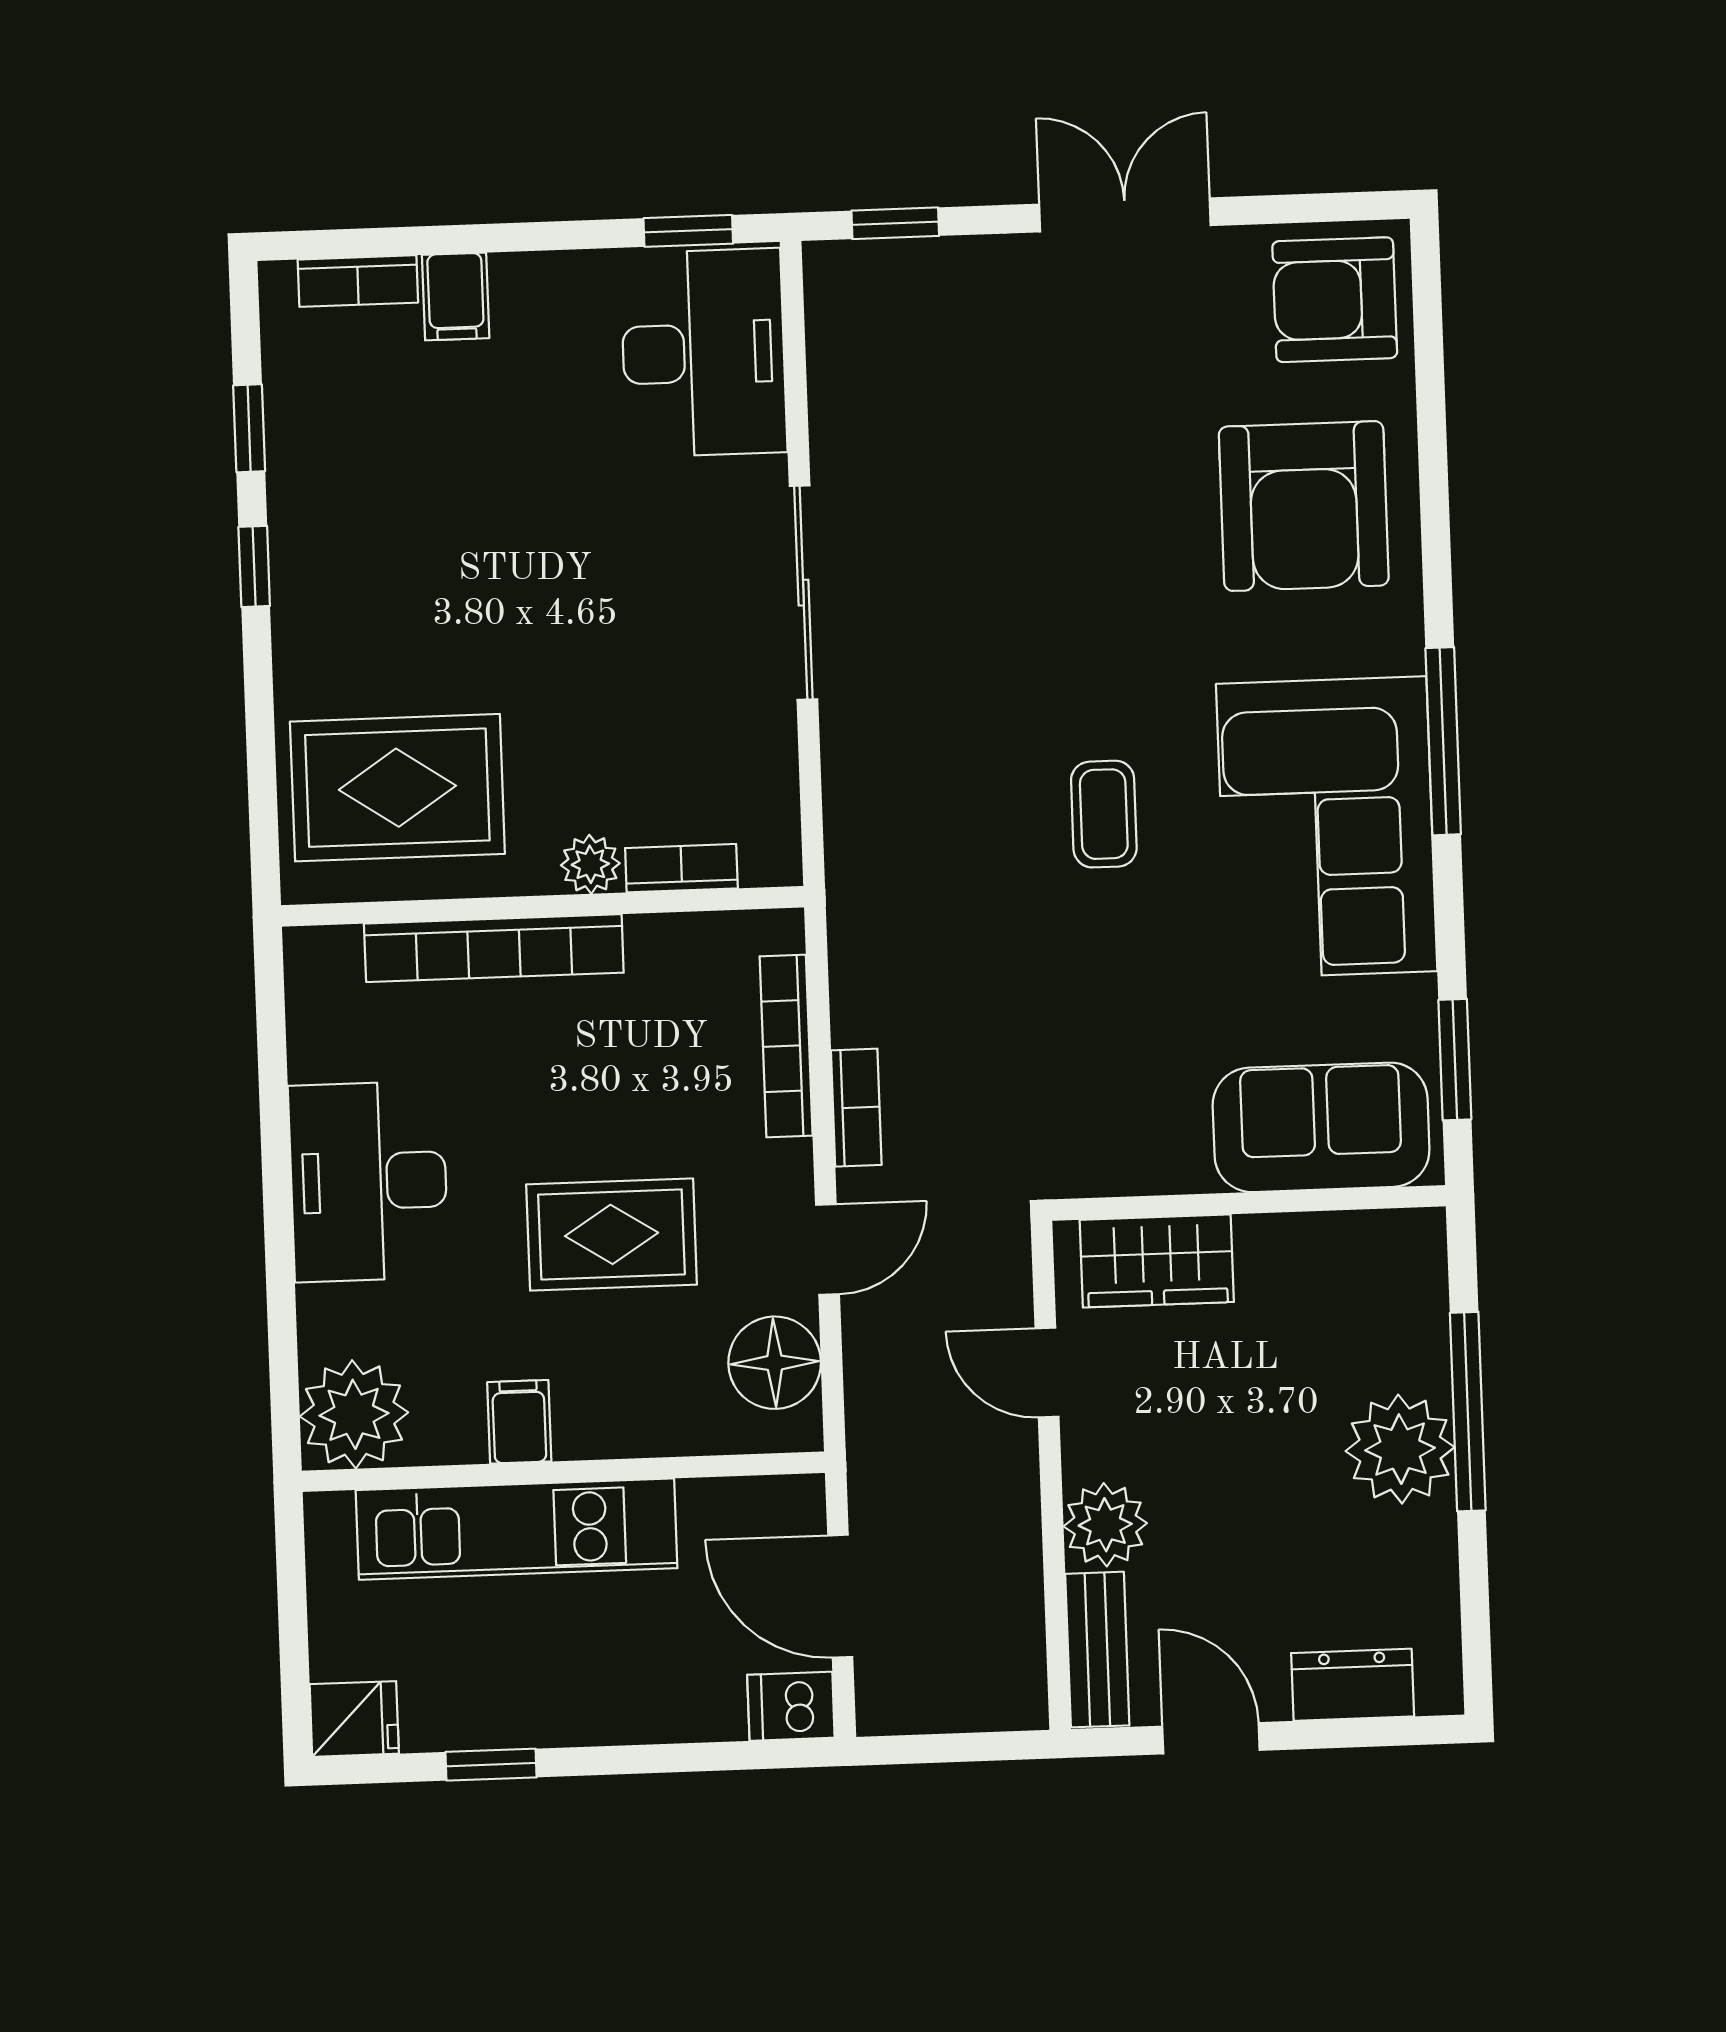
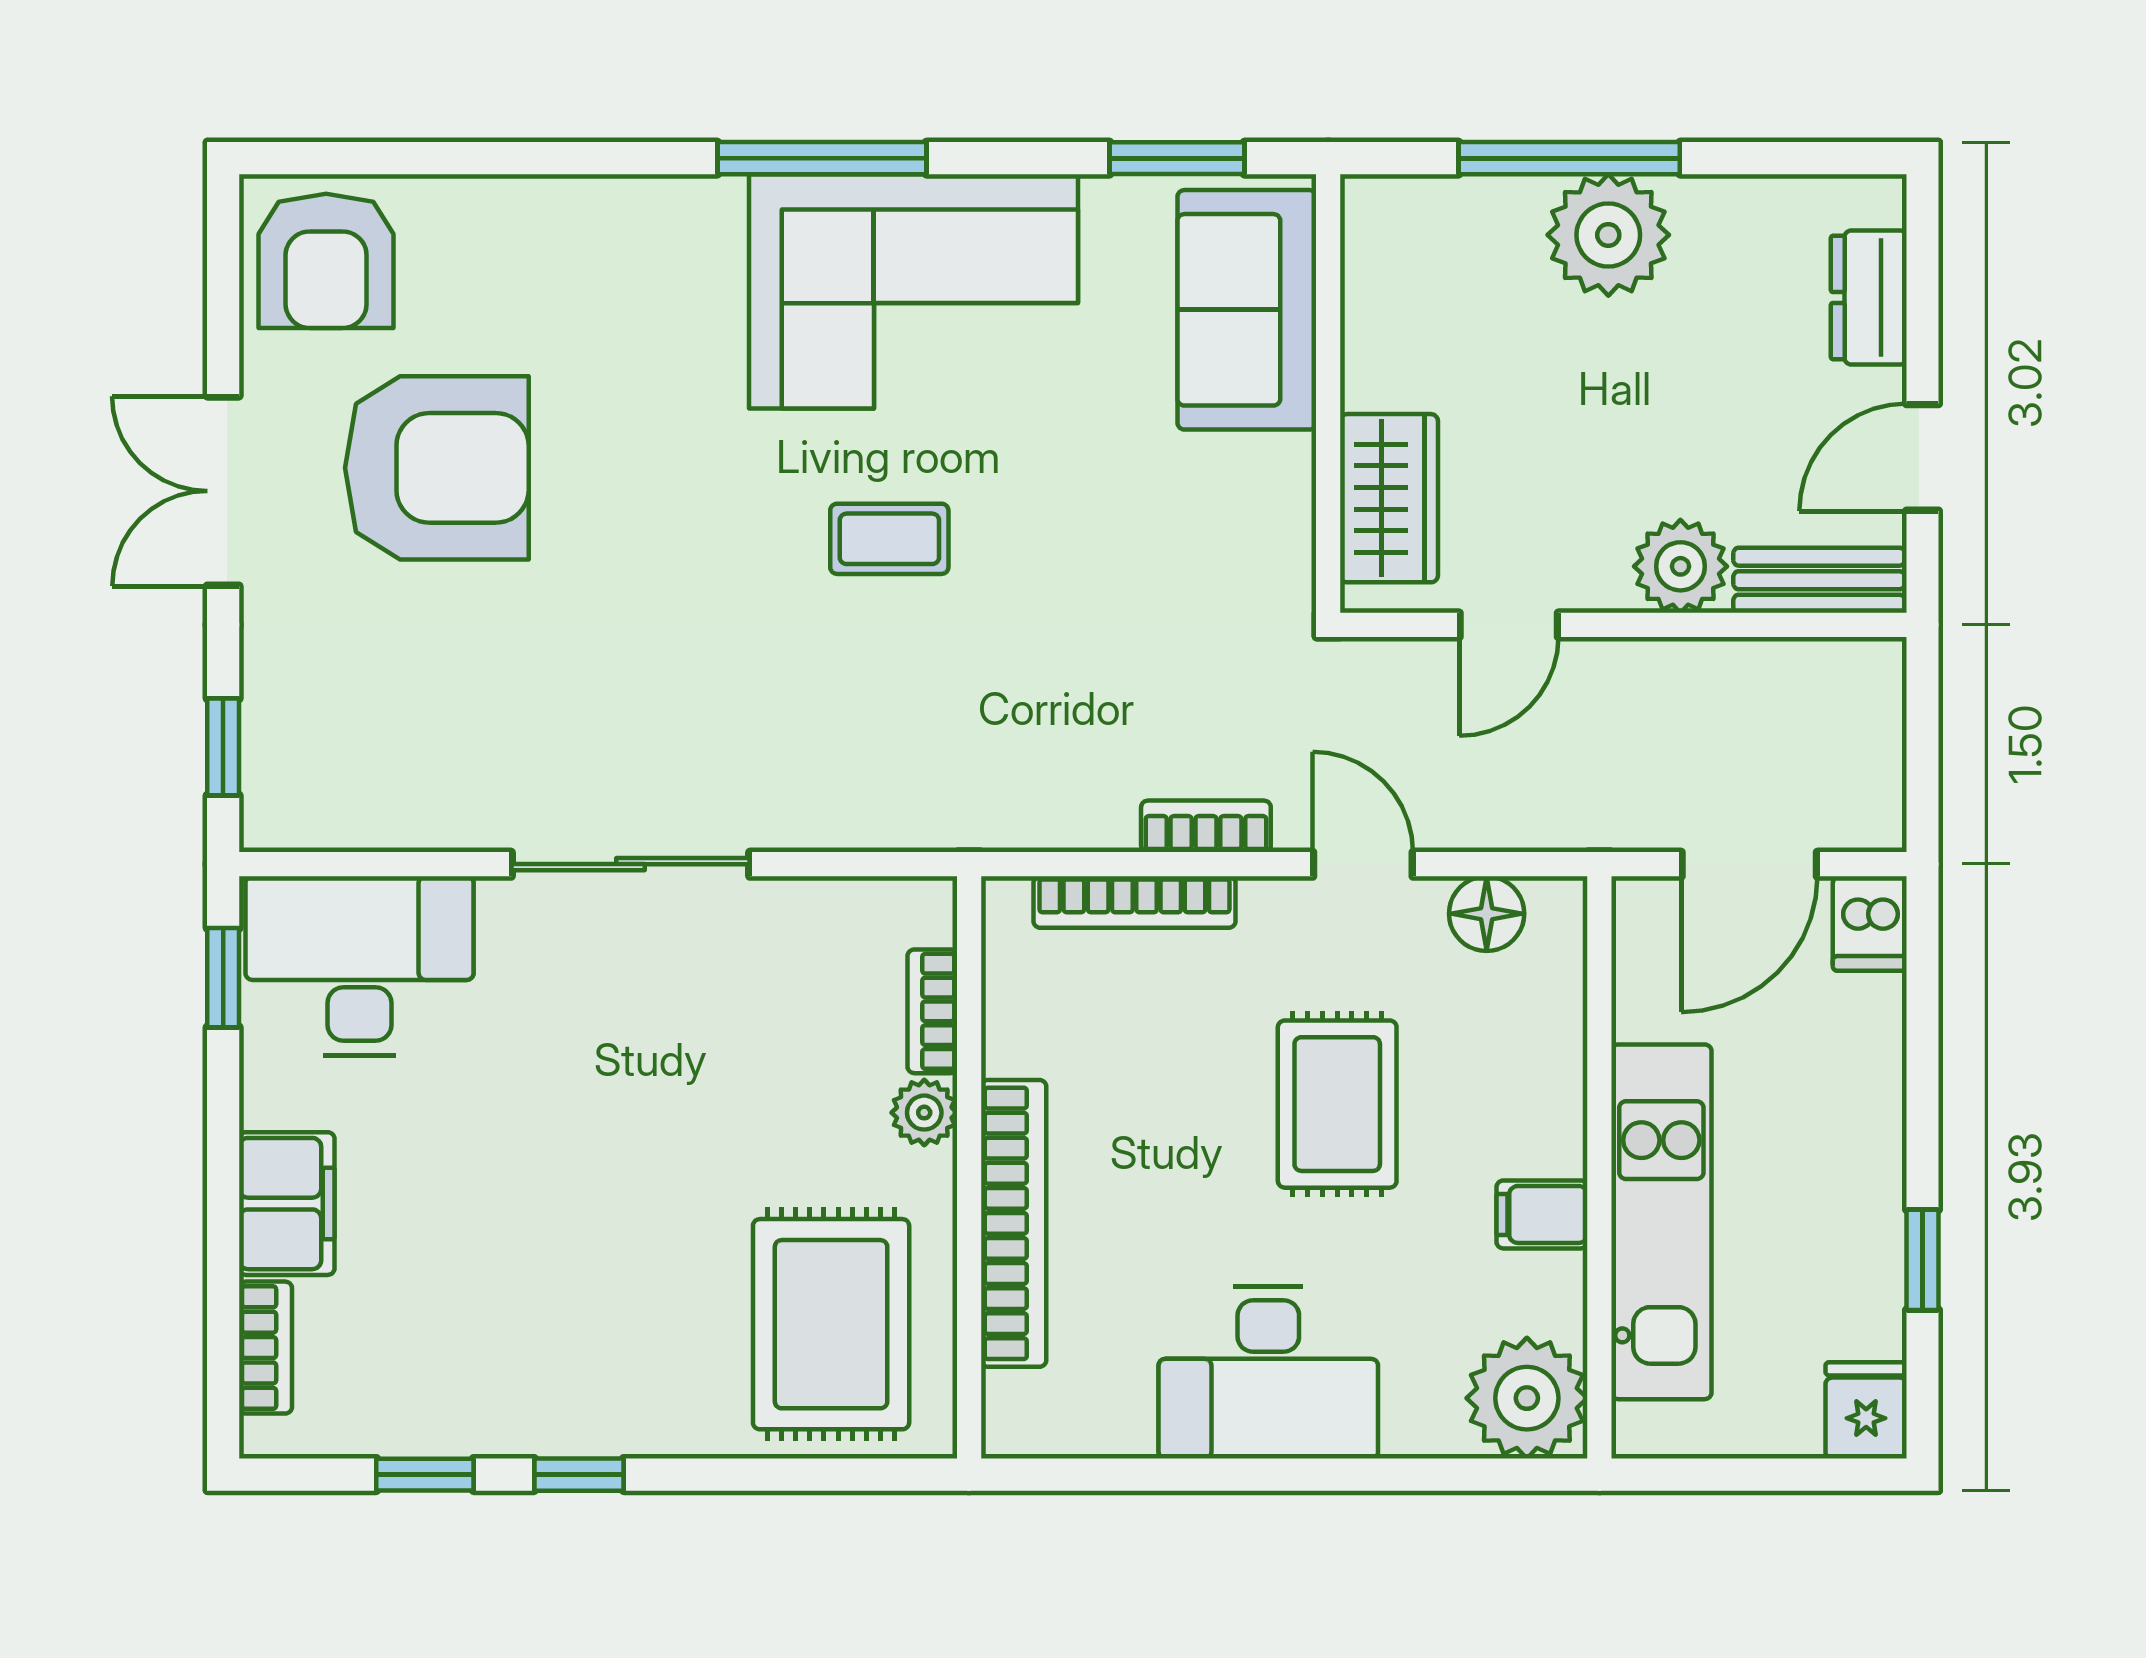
filing cabinet: (456, 297) -> (287, 1204), width x2.00
armchair: (1304, 506) -> (437, 468), moved
floor lamp: (775, 1363) -> (1487, 914), width x0.73, depth x0.73

